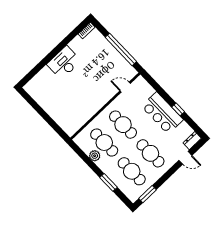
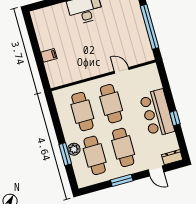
door: (125, 87) -> (122, 70), moved
filing cabinet: (55, 113) -> (49, 55), added
plant: (95, 156) -> (74, 149), moved
window: (147, 194) -> (122, 180), moved

